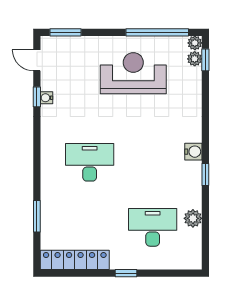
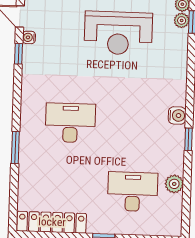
reception desk: (133, 73) -> (118, 33), turned 180
water cooler: (46, 98) -> (29, 37), moved
window: (37, 216) -> (15, 147), moved

